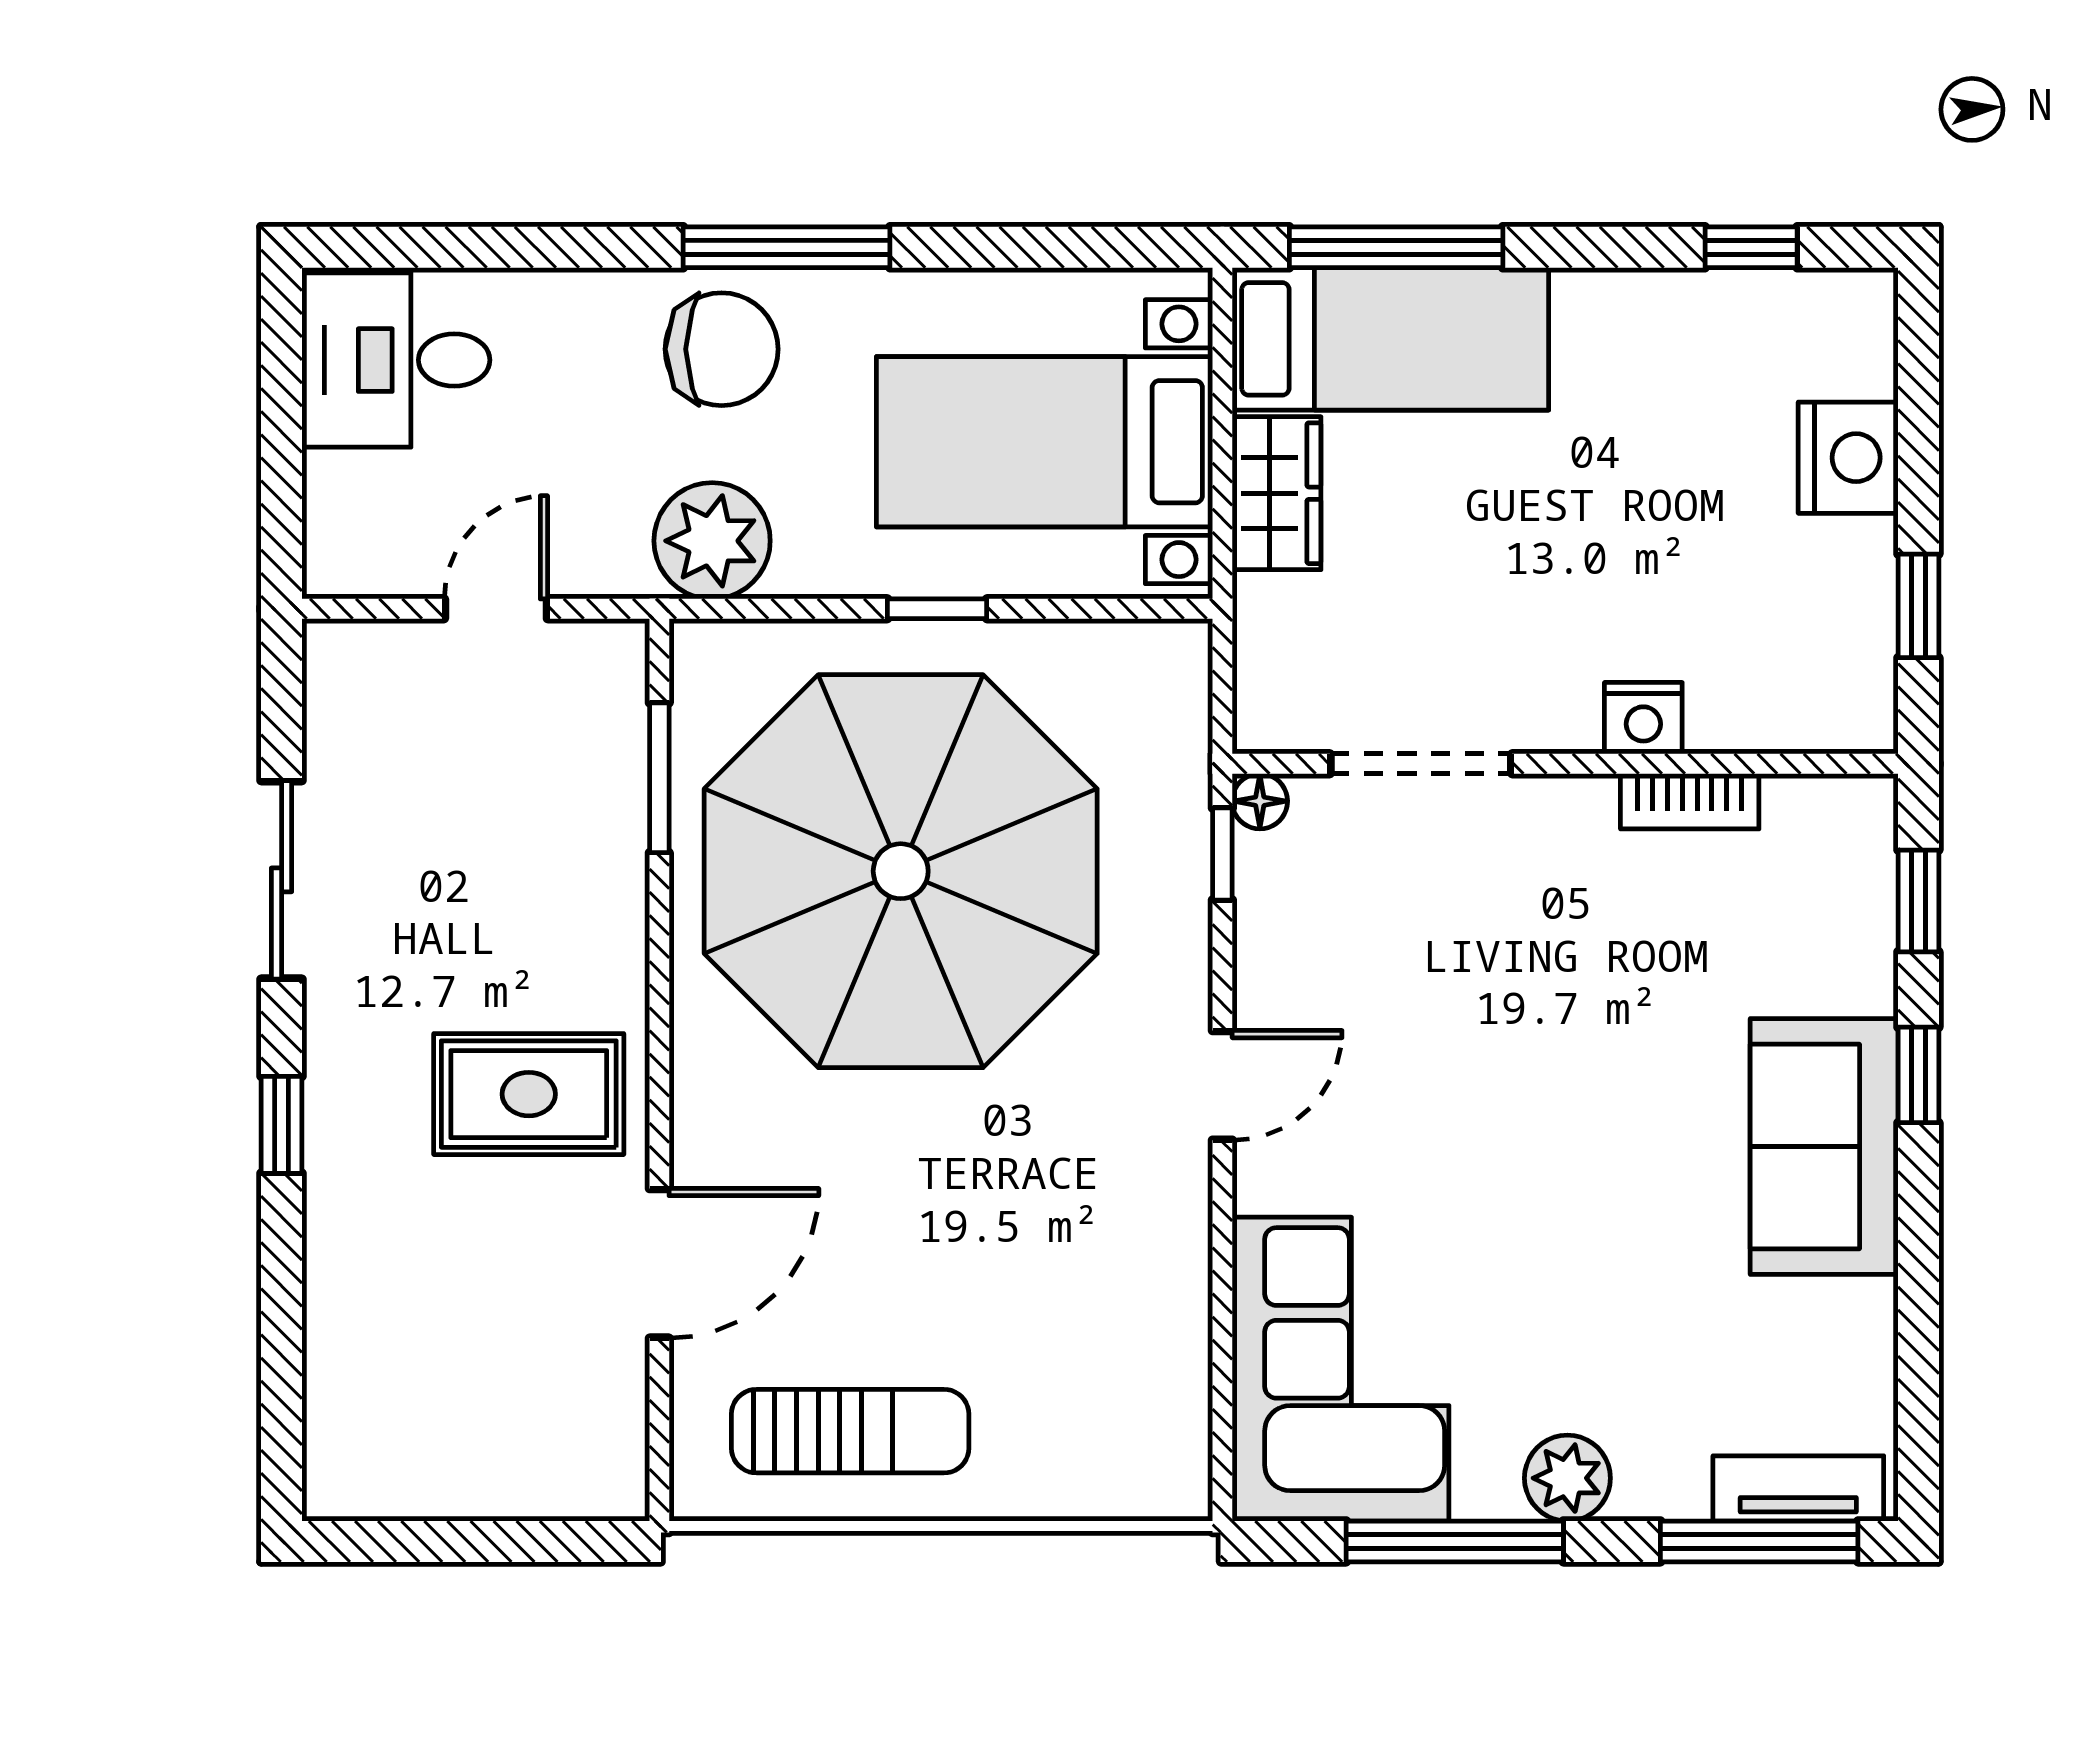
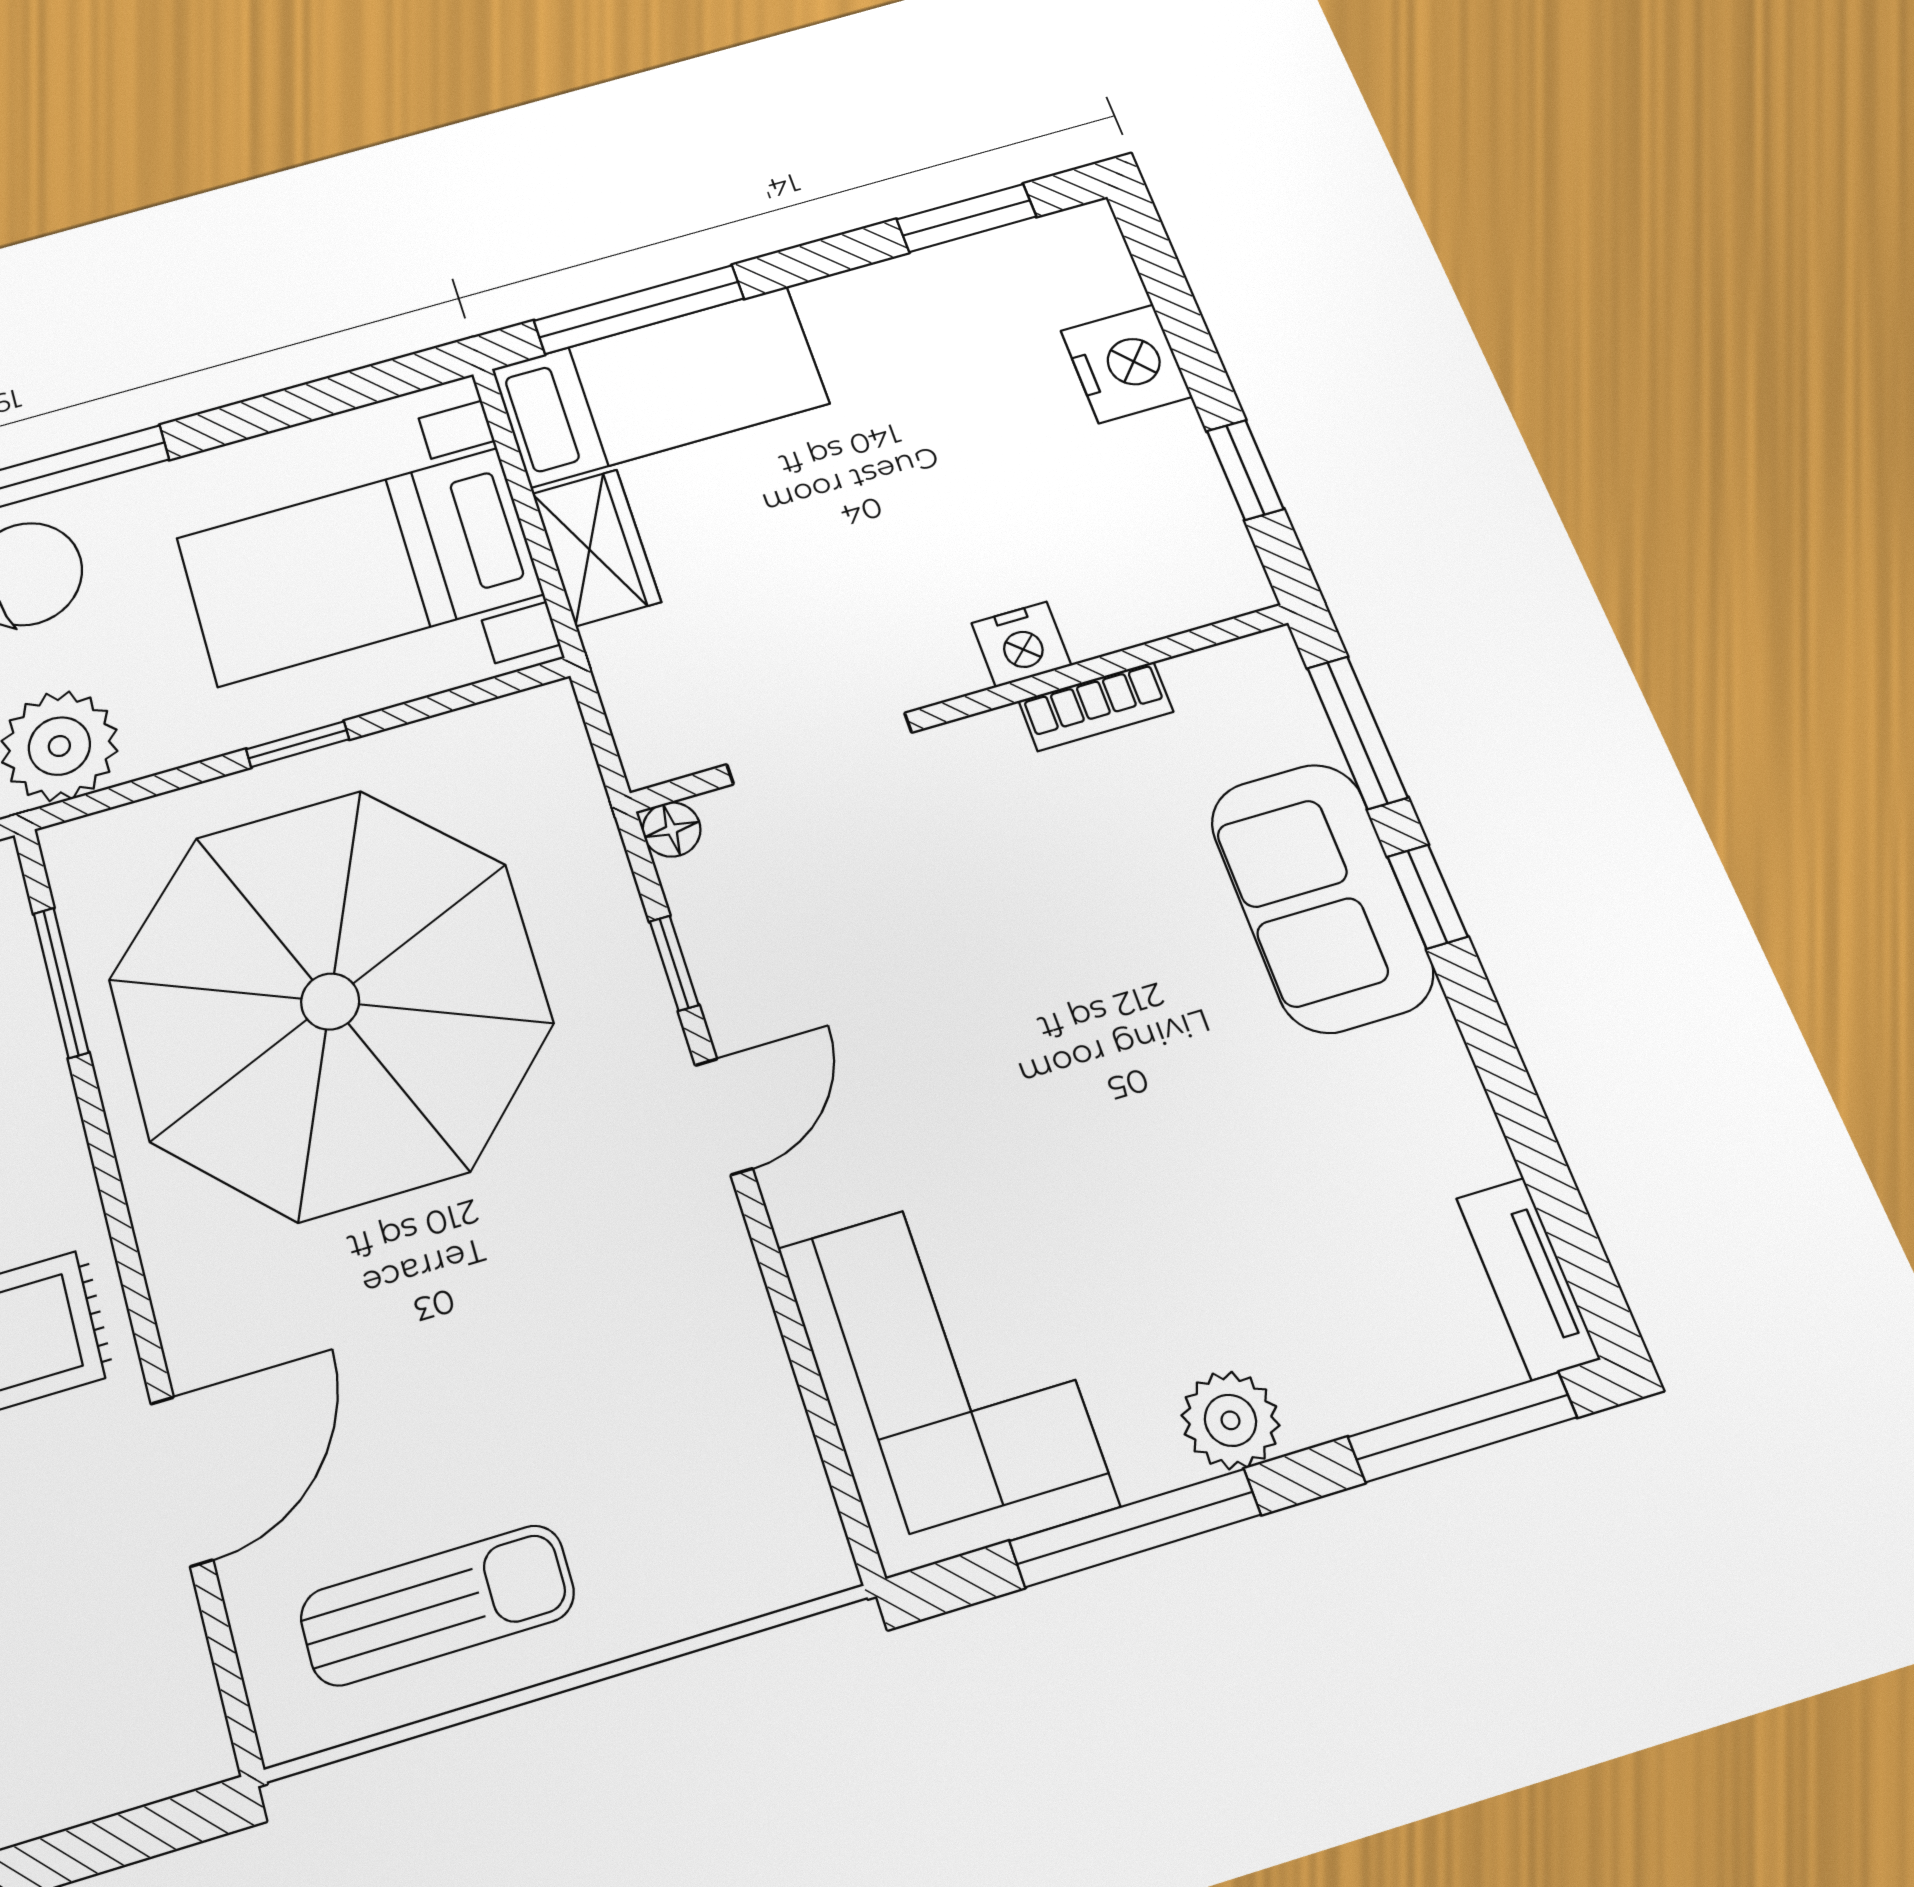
window: (1751, 247) -> (966, 218), width x1.50
window: (1222, 854) -> (674, 963), moved
window: (1918, 901) -> (1357, 732), width x1.50
sofa: (1824, 1146) -> (1321, 897), moved
tv unit: (1798, 1488) -> (1528, 1278), moved, turned -90

